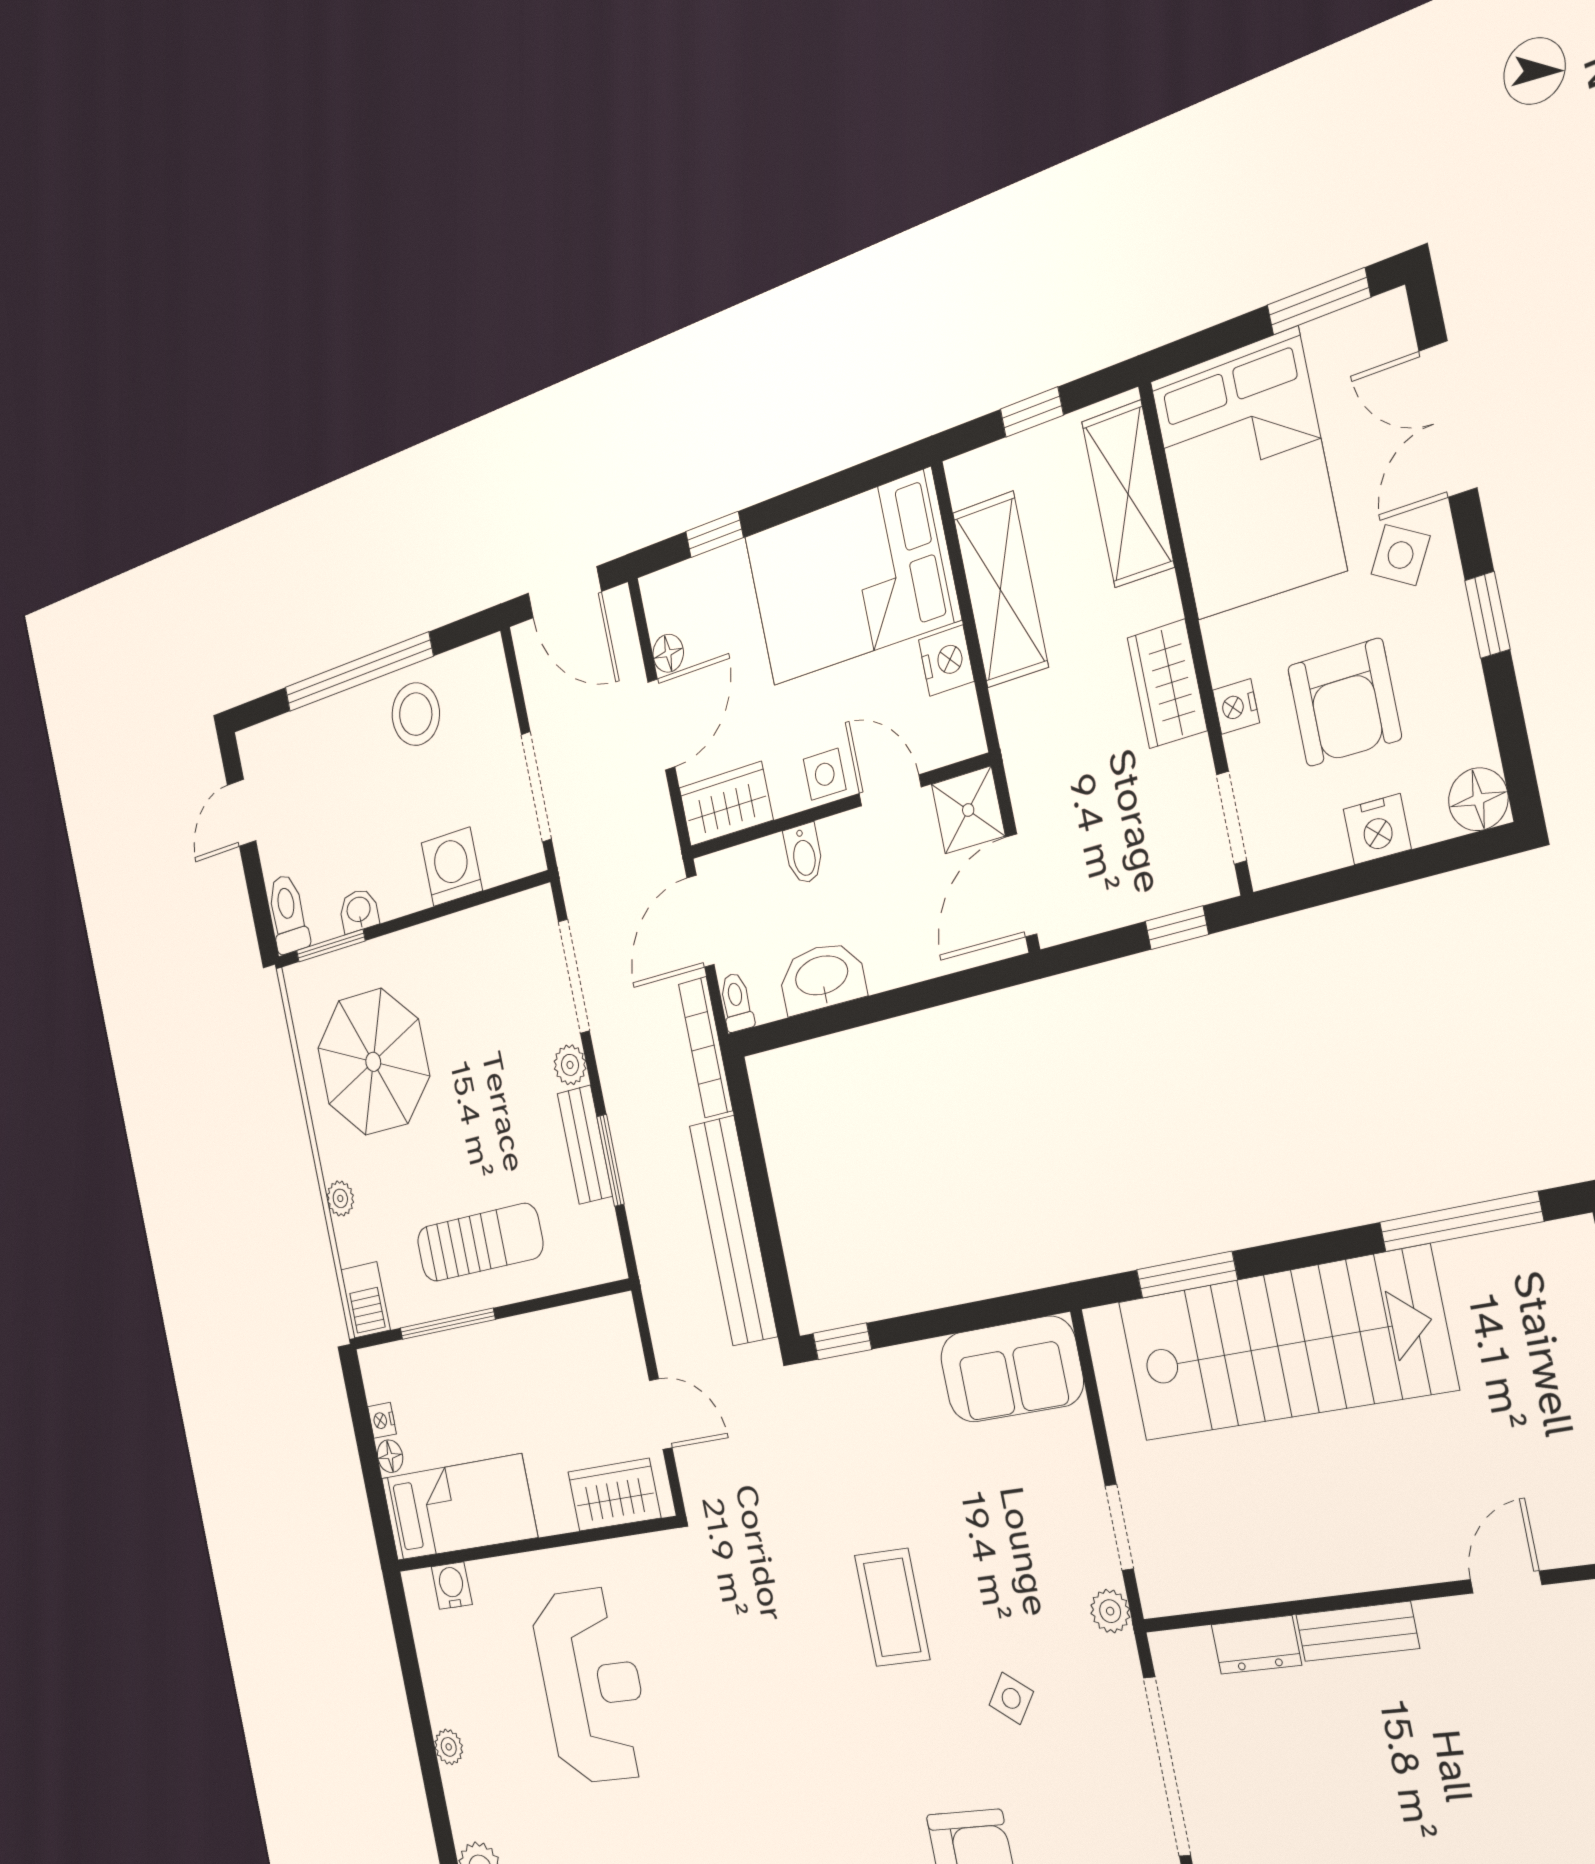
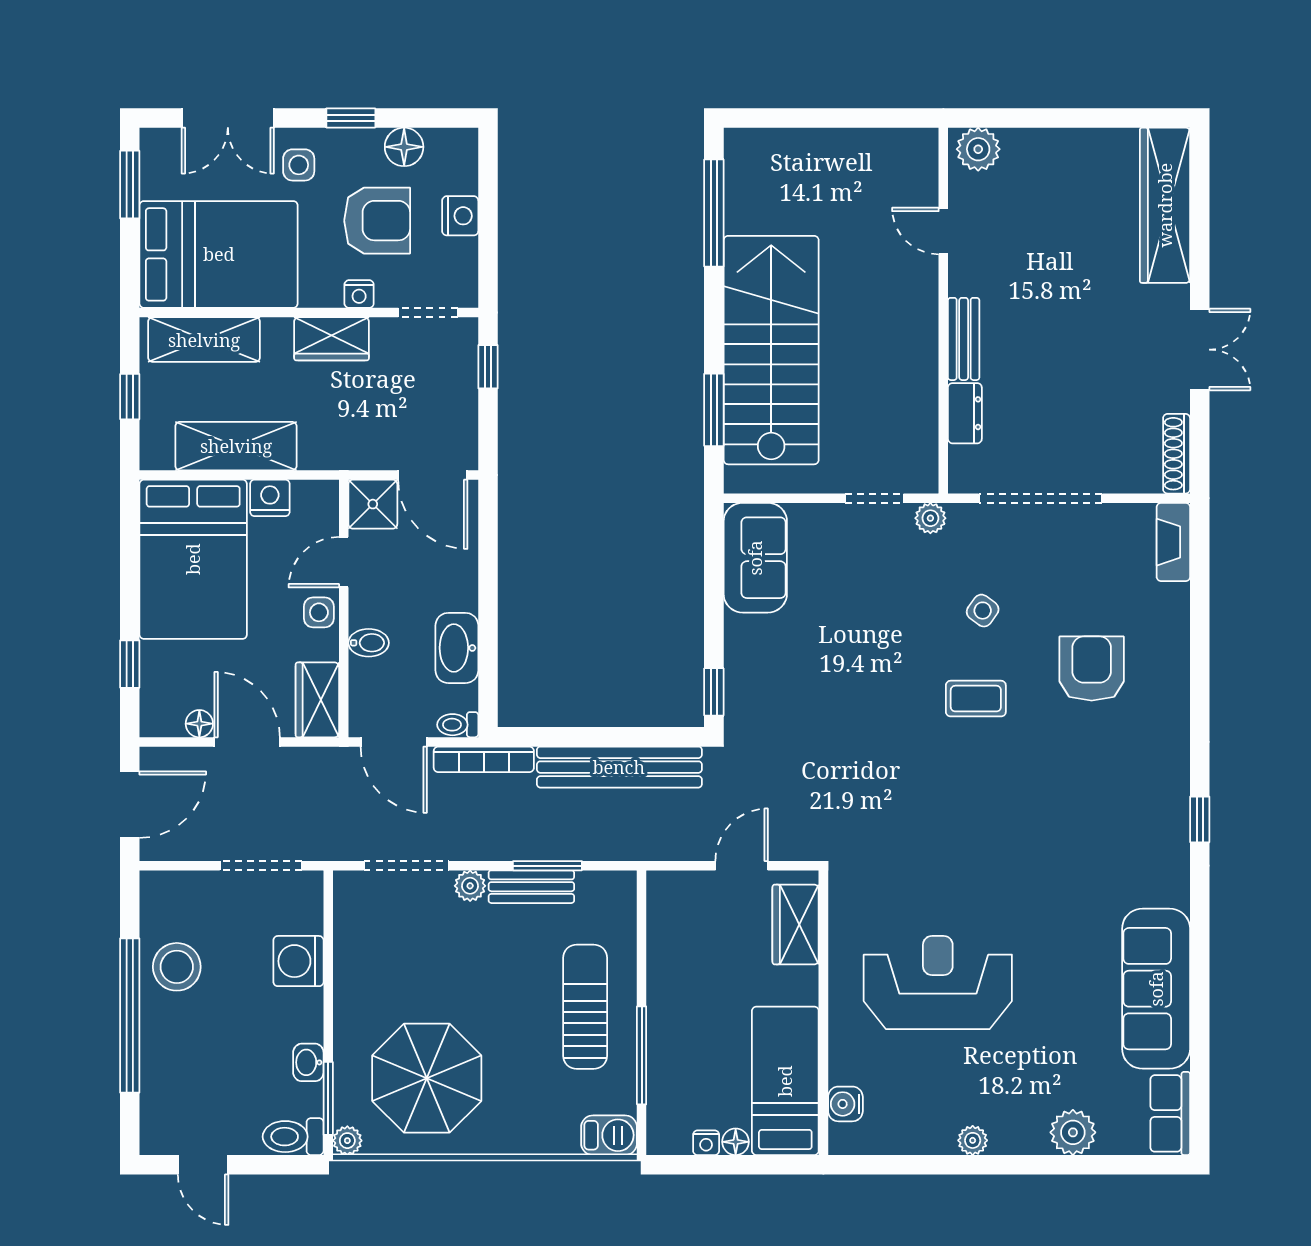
side table: (1401, 555) -> (299, 165), turned -30
floor lamp: (1478, 799) -> (404, 147), moved
plant: (340, 1198) -> (347, 1141), moved
coffee table: (892, 1607) -> (976, 699), moved, width x0.73, depth x0.77

